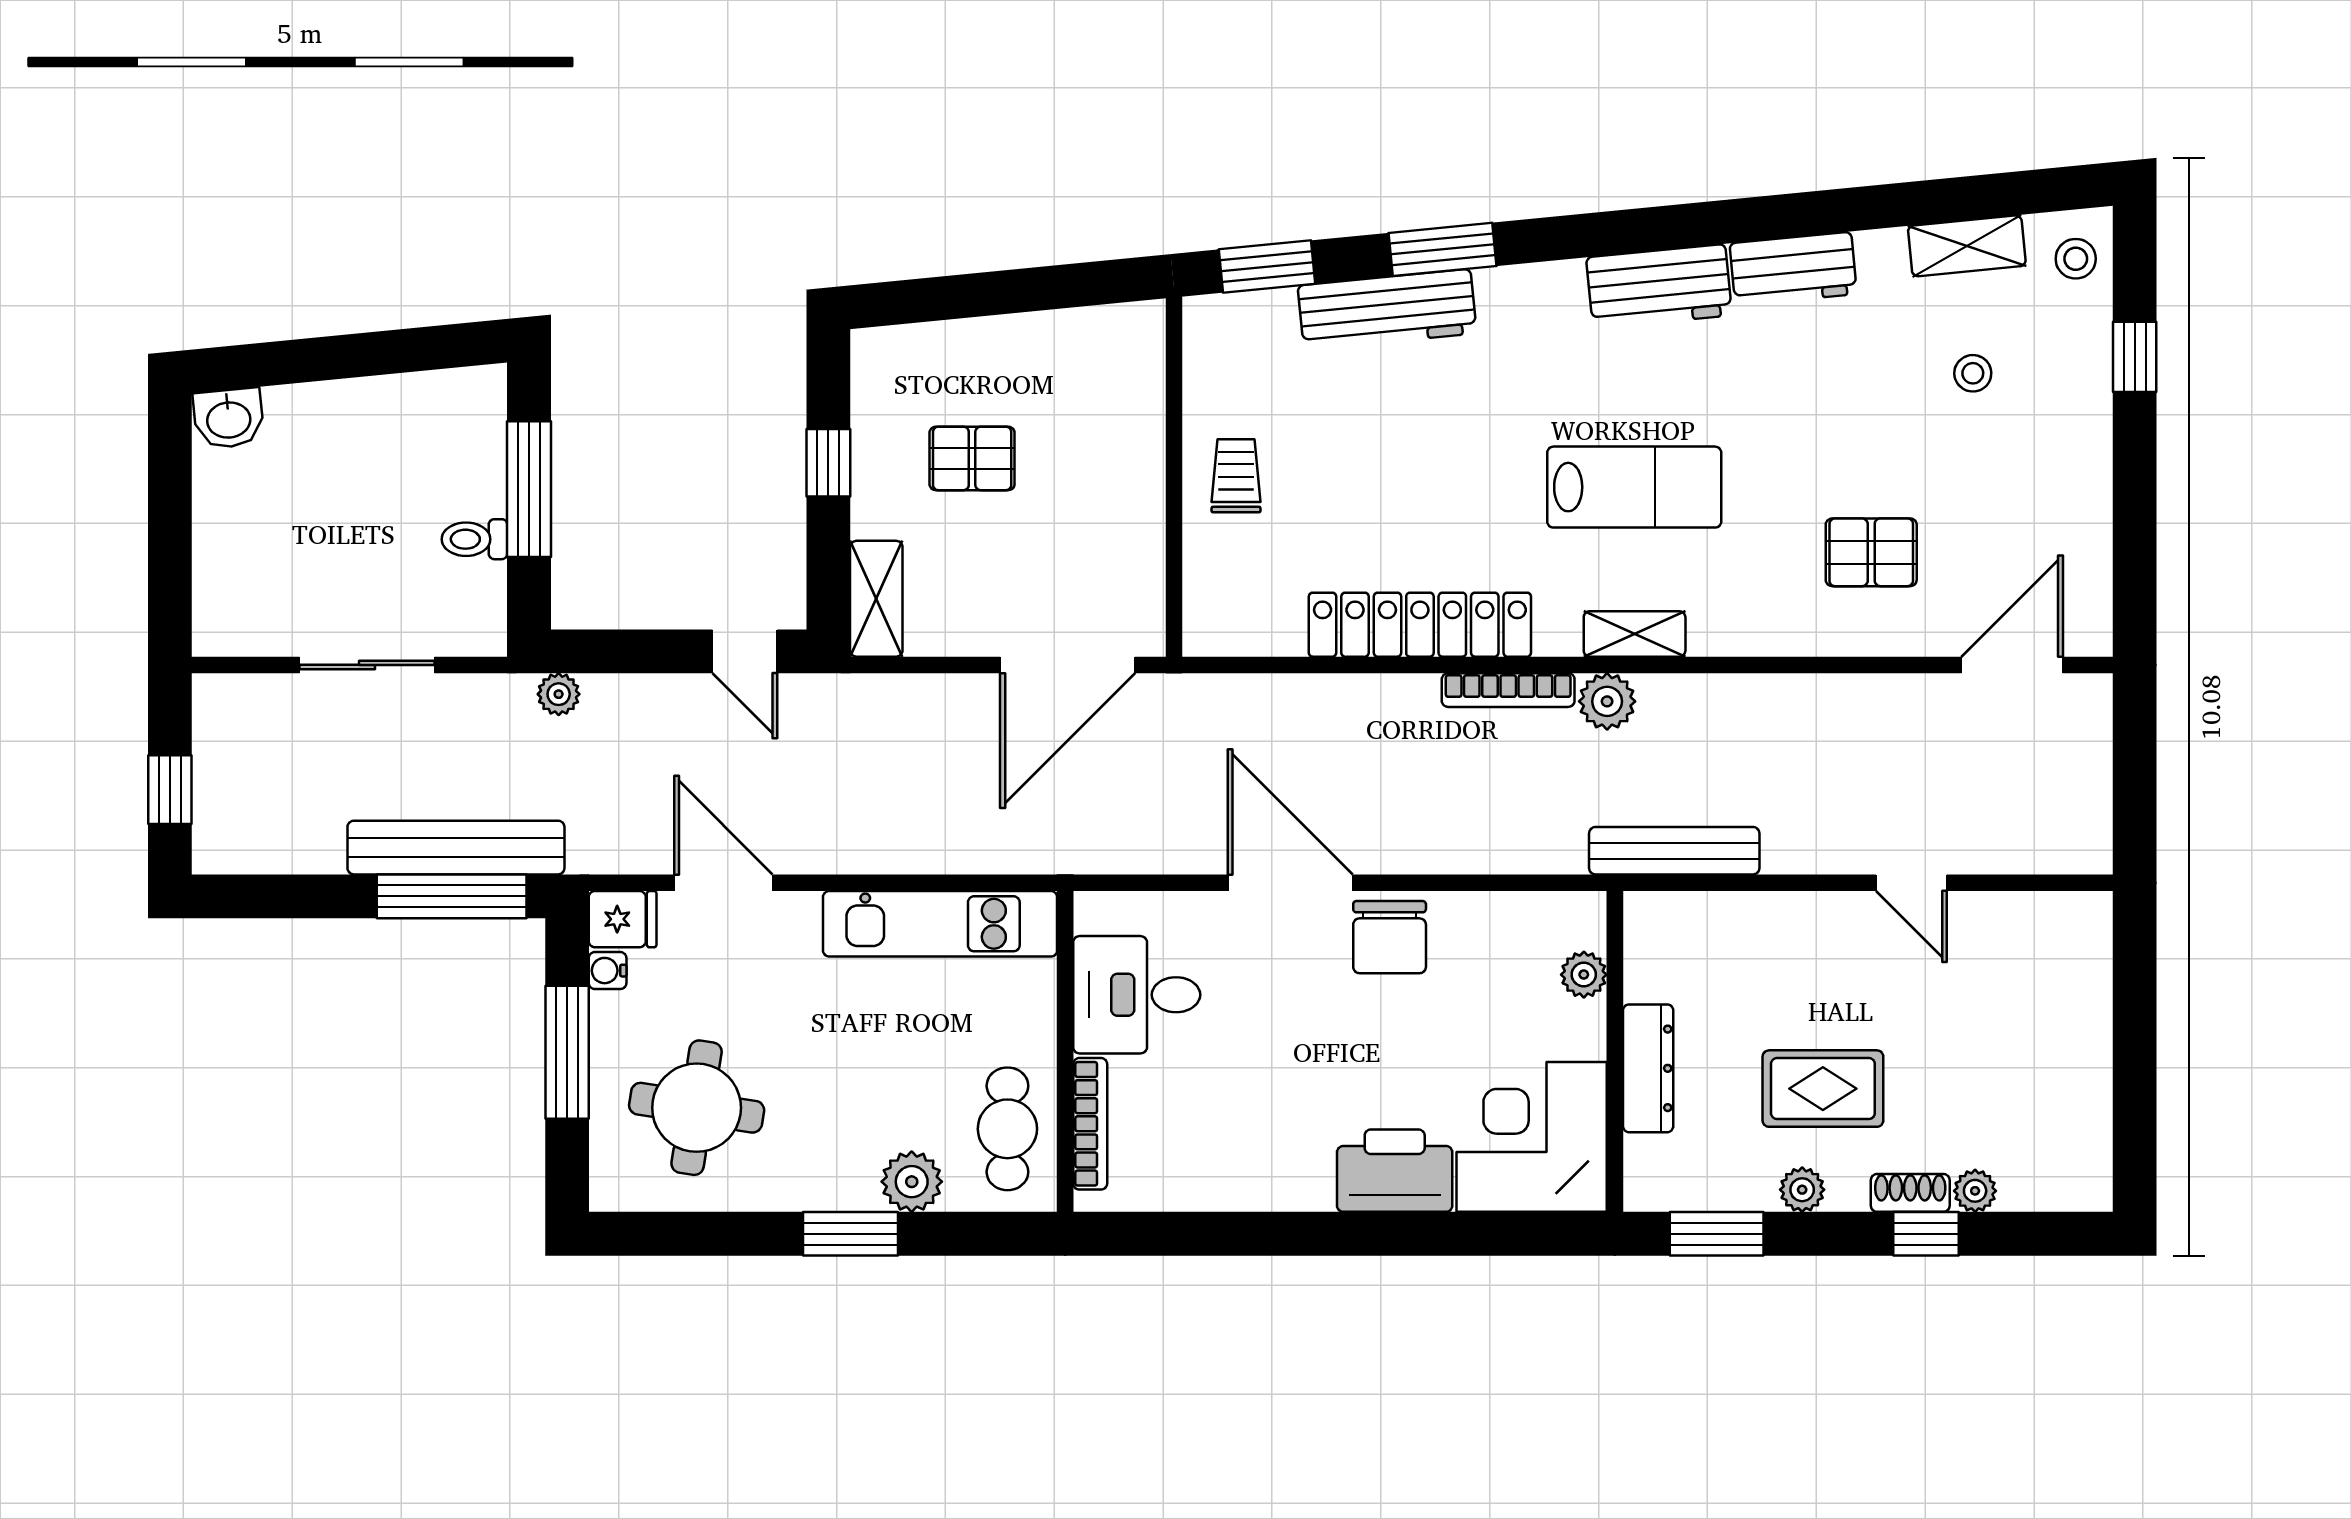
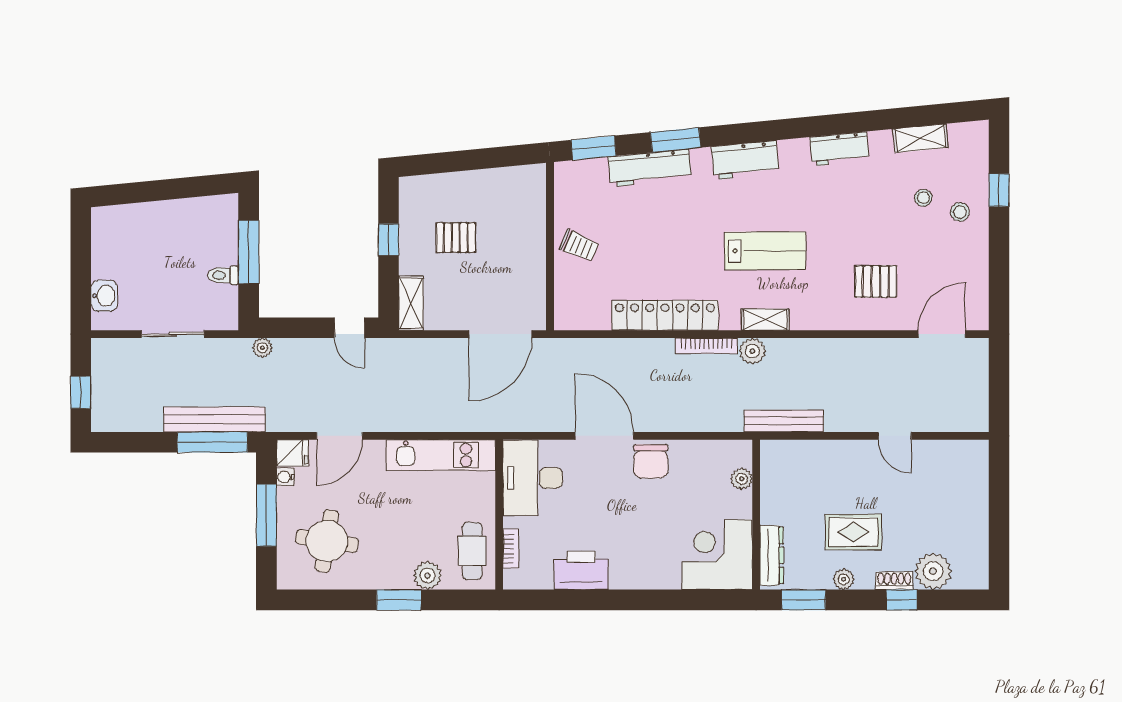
stool: (2076, 259) -> (960, 212), moved
workbench: (1659, 286) -> (745, 160), moved
washbasin: (229, 418) -> (104, 296), moved, turned -84
trolley: (1236, 476) -> (579, 246), turned 113
door: (723, 883) -> (339, 436), swing flipped
desk: (1137, 995) -> (533, 478), width x1.37
dresser: (1648, 1068) -> (772, 555), moved
bookcase: (1090, 1124) -> (511, 549), width x0.64
printer: (1395, 1171) -> (581, 570), moved
plant: (1975, 1191) -> (933, 571), width x1.88, depth x1.88

